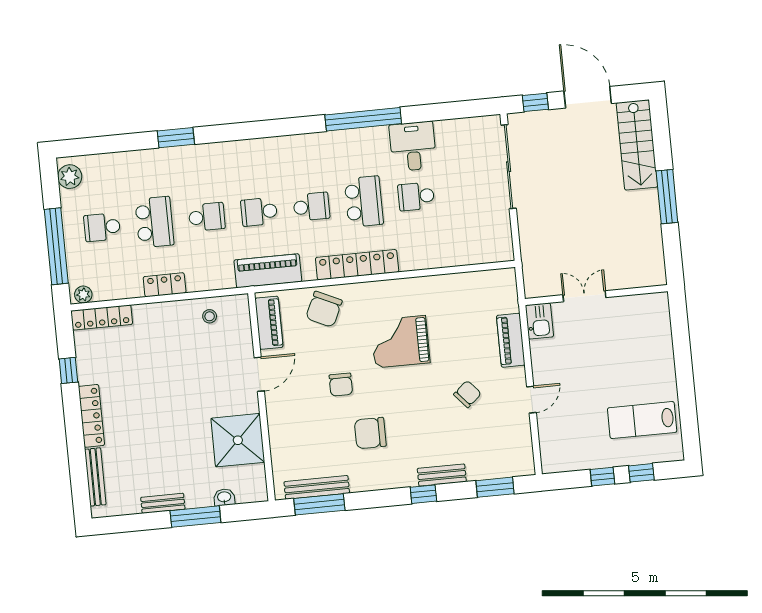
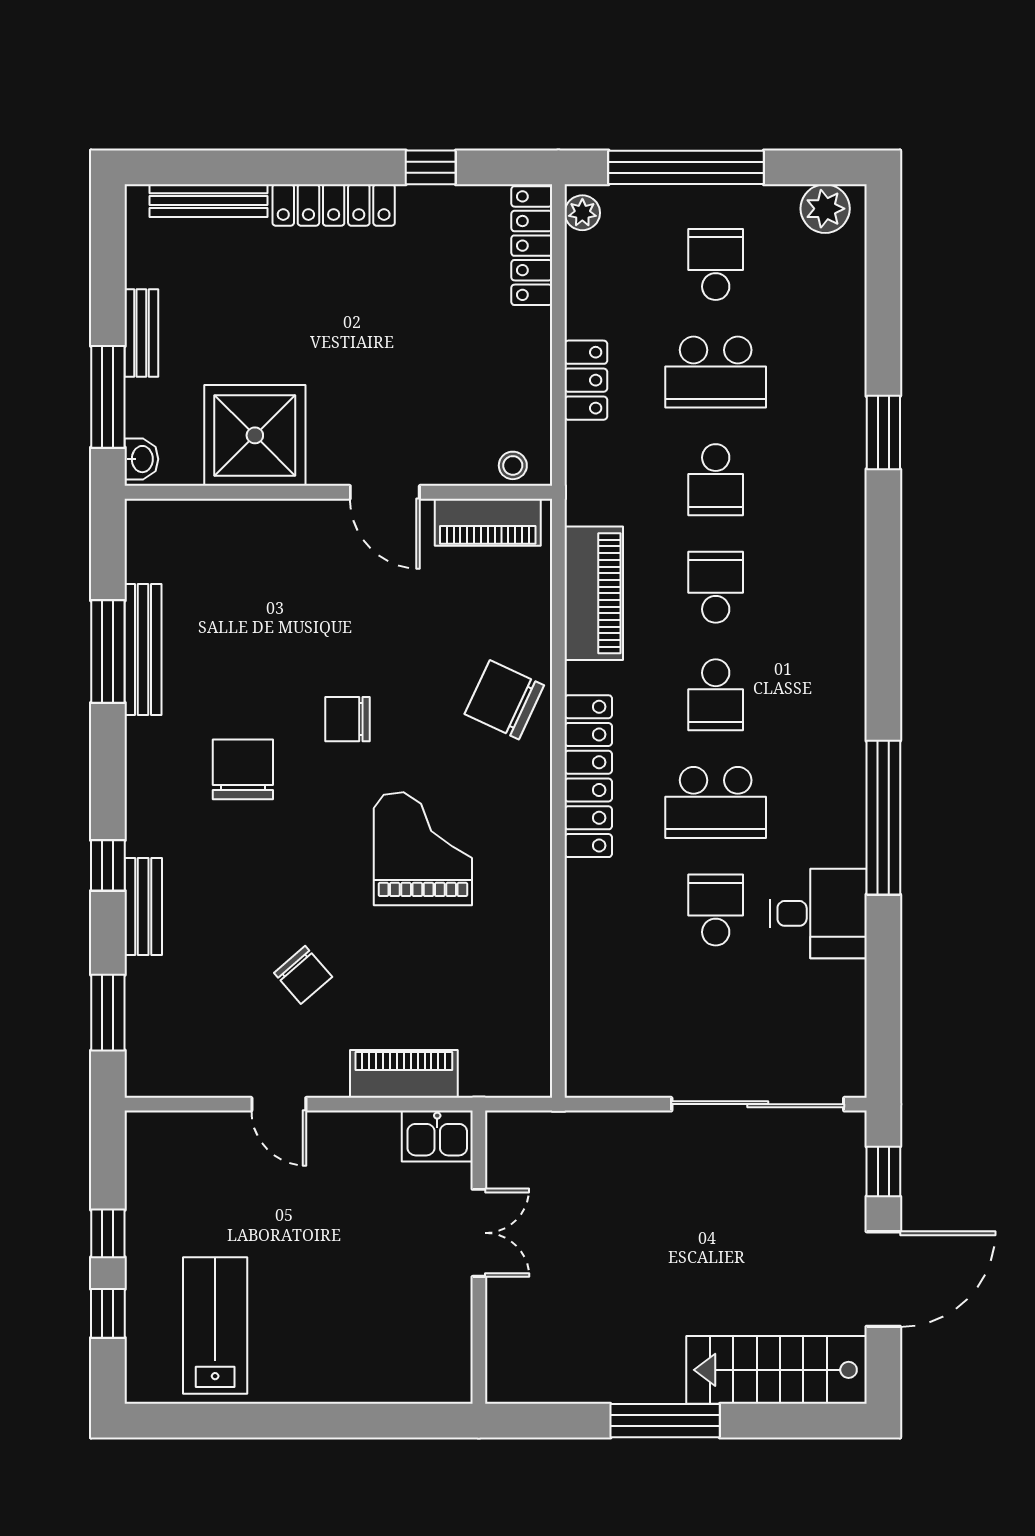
piano: (269, 323) -> (488, 522), moved
door: (259, 374) -> (385, 492), moved
wall: (261, 397) -> (338, 492), moved
shower: (238, 440) -> (255, 435), moved

